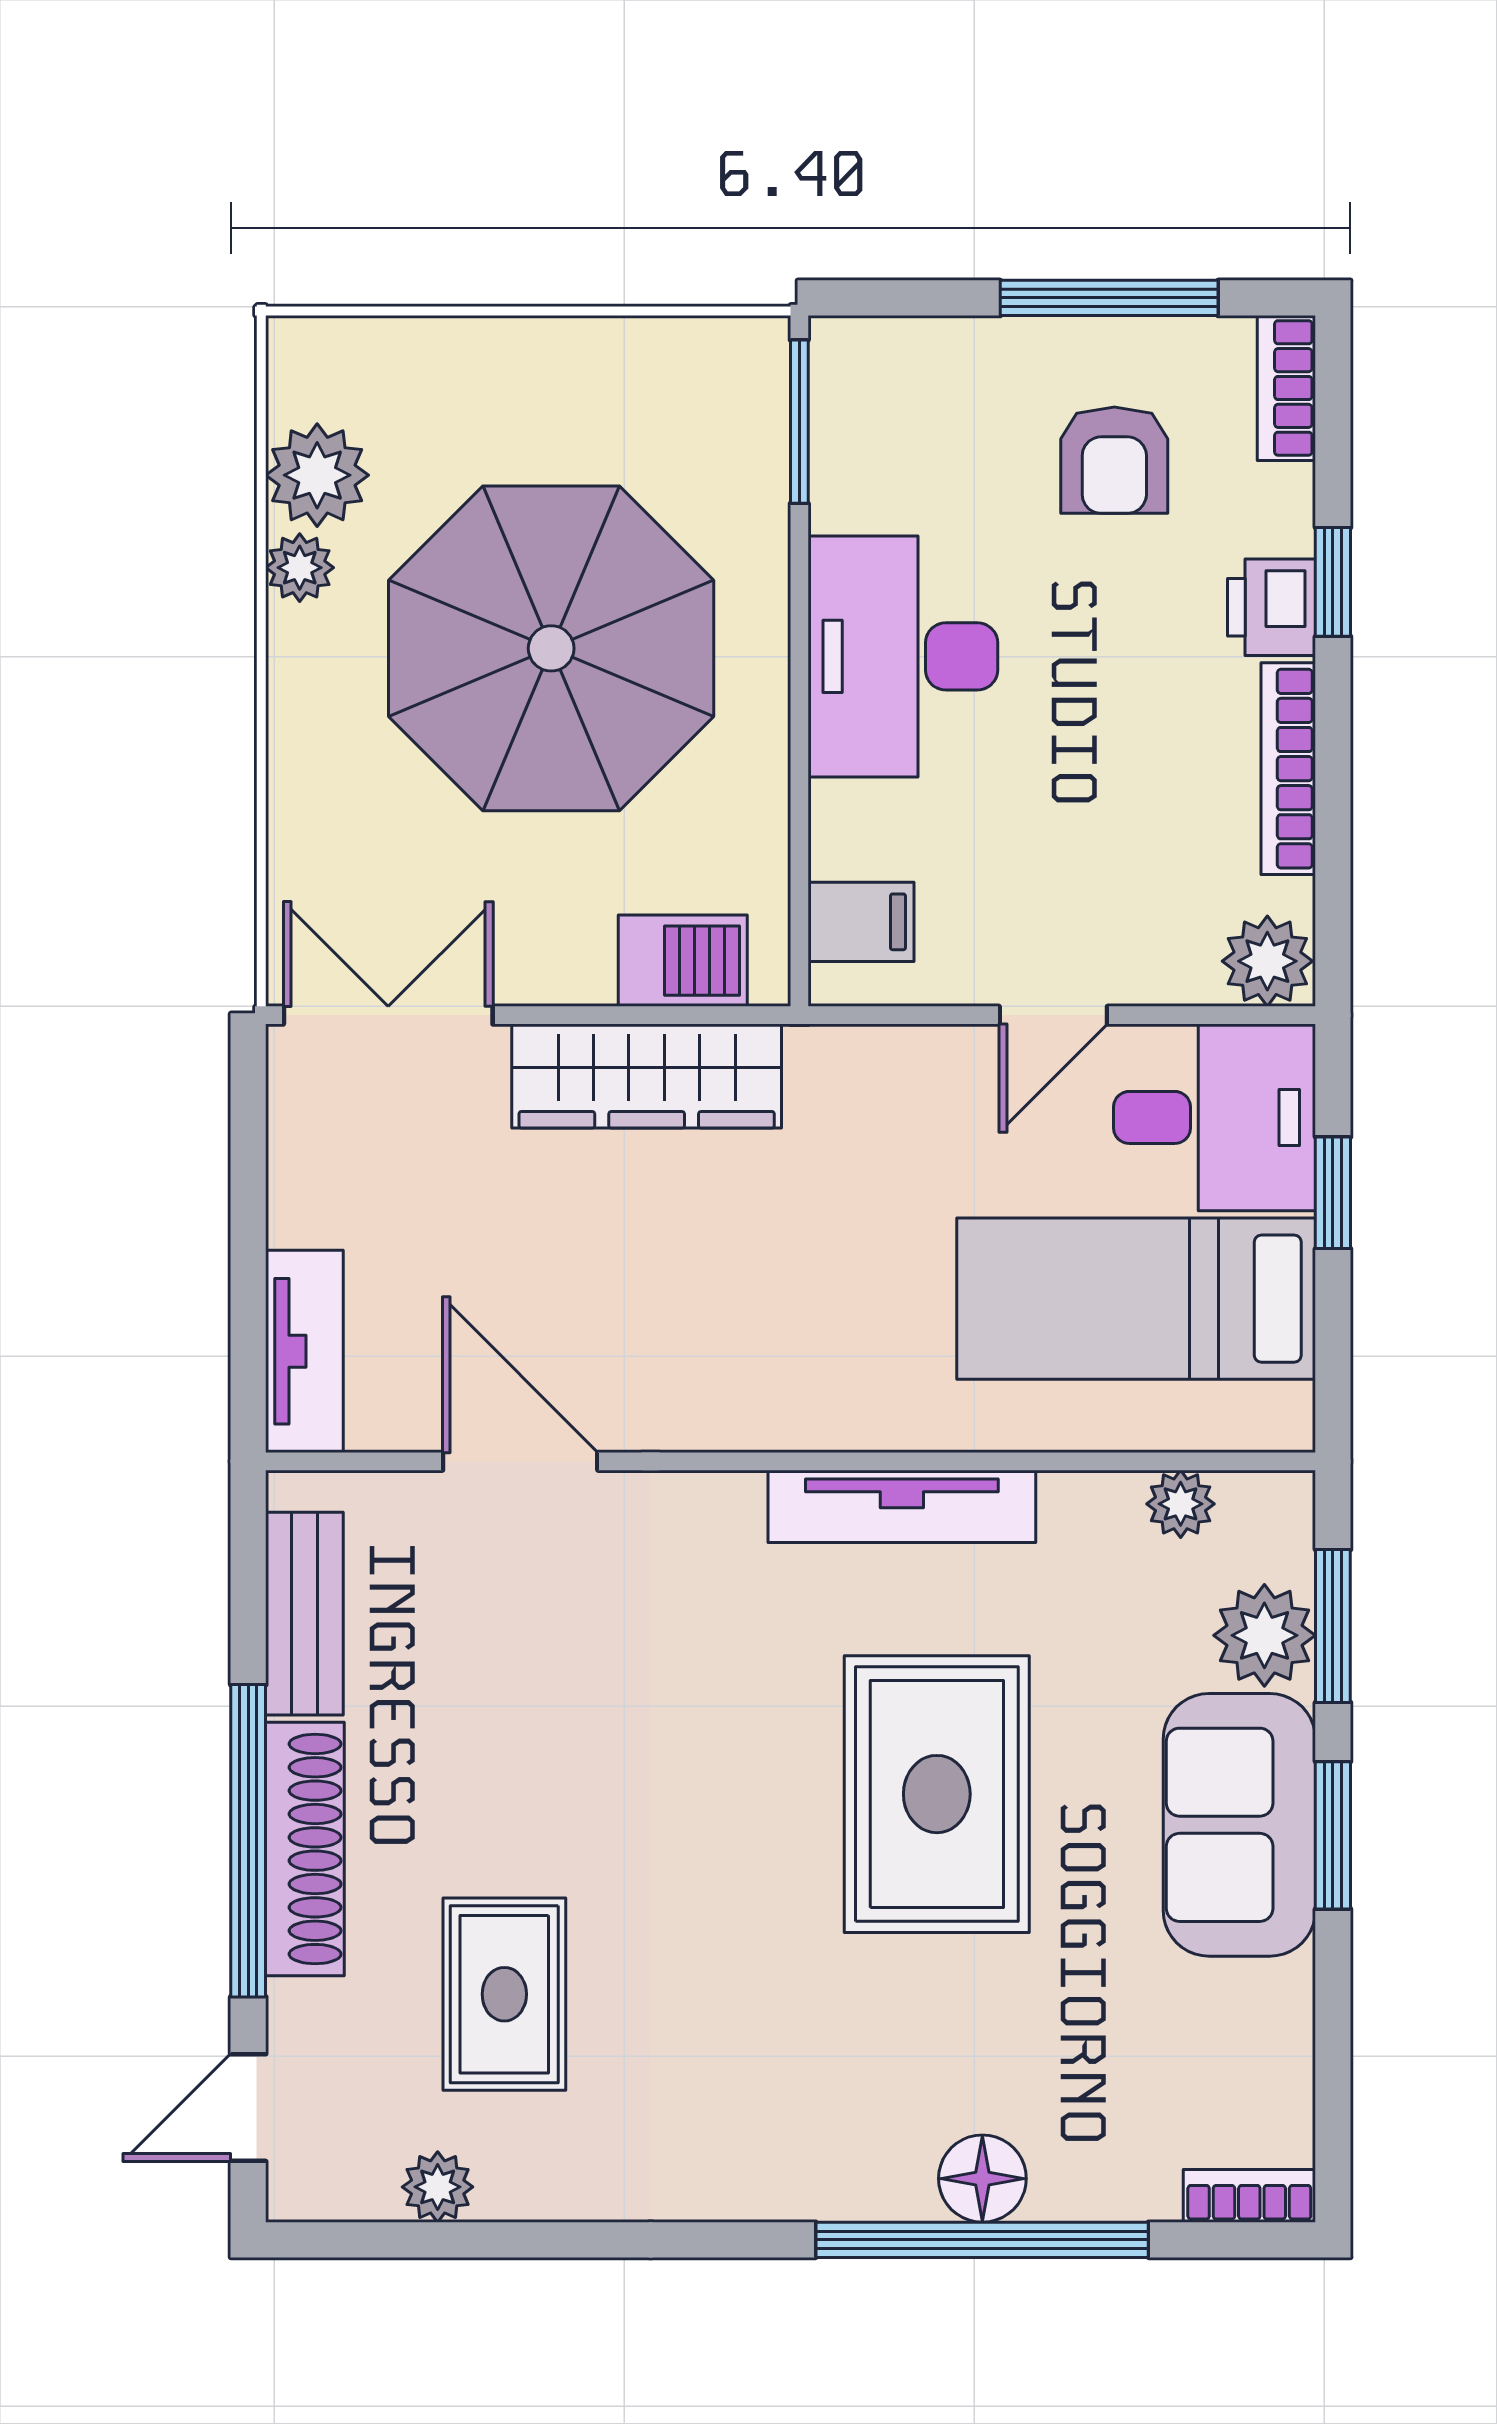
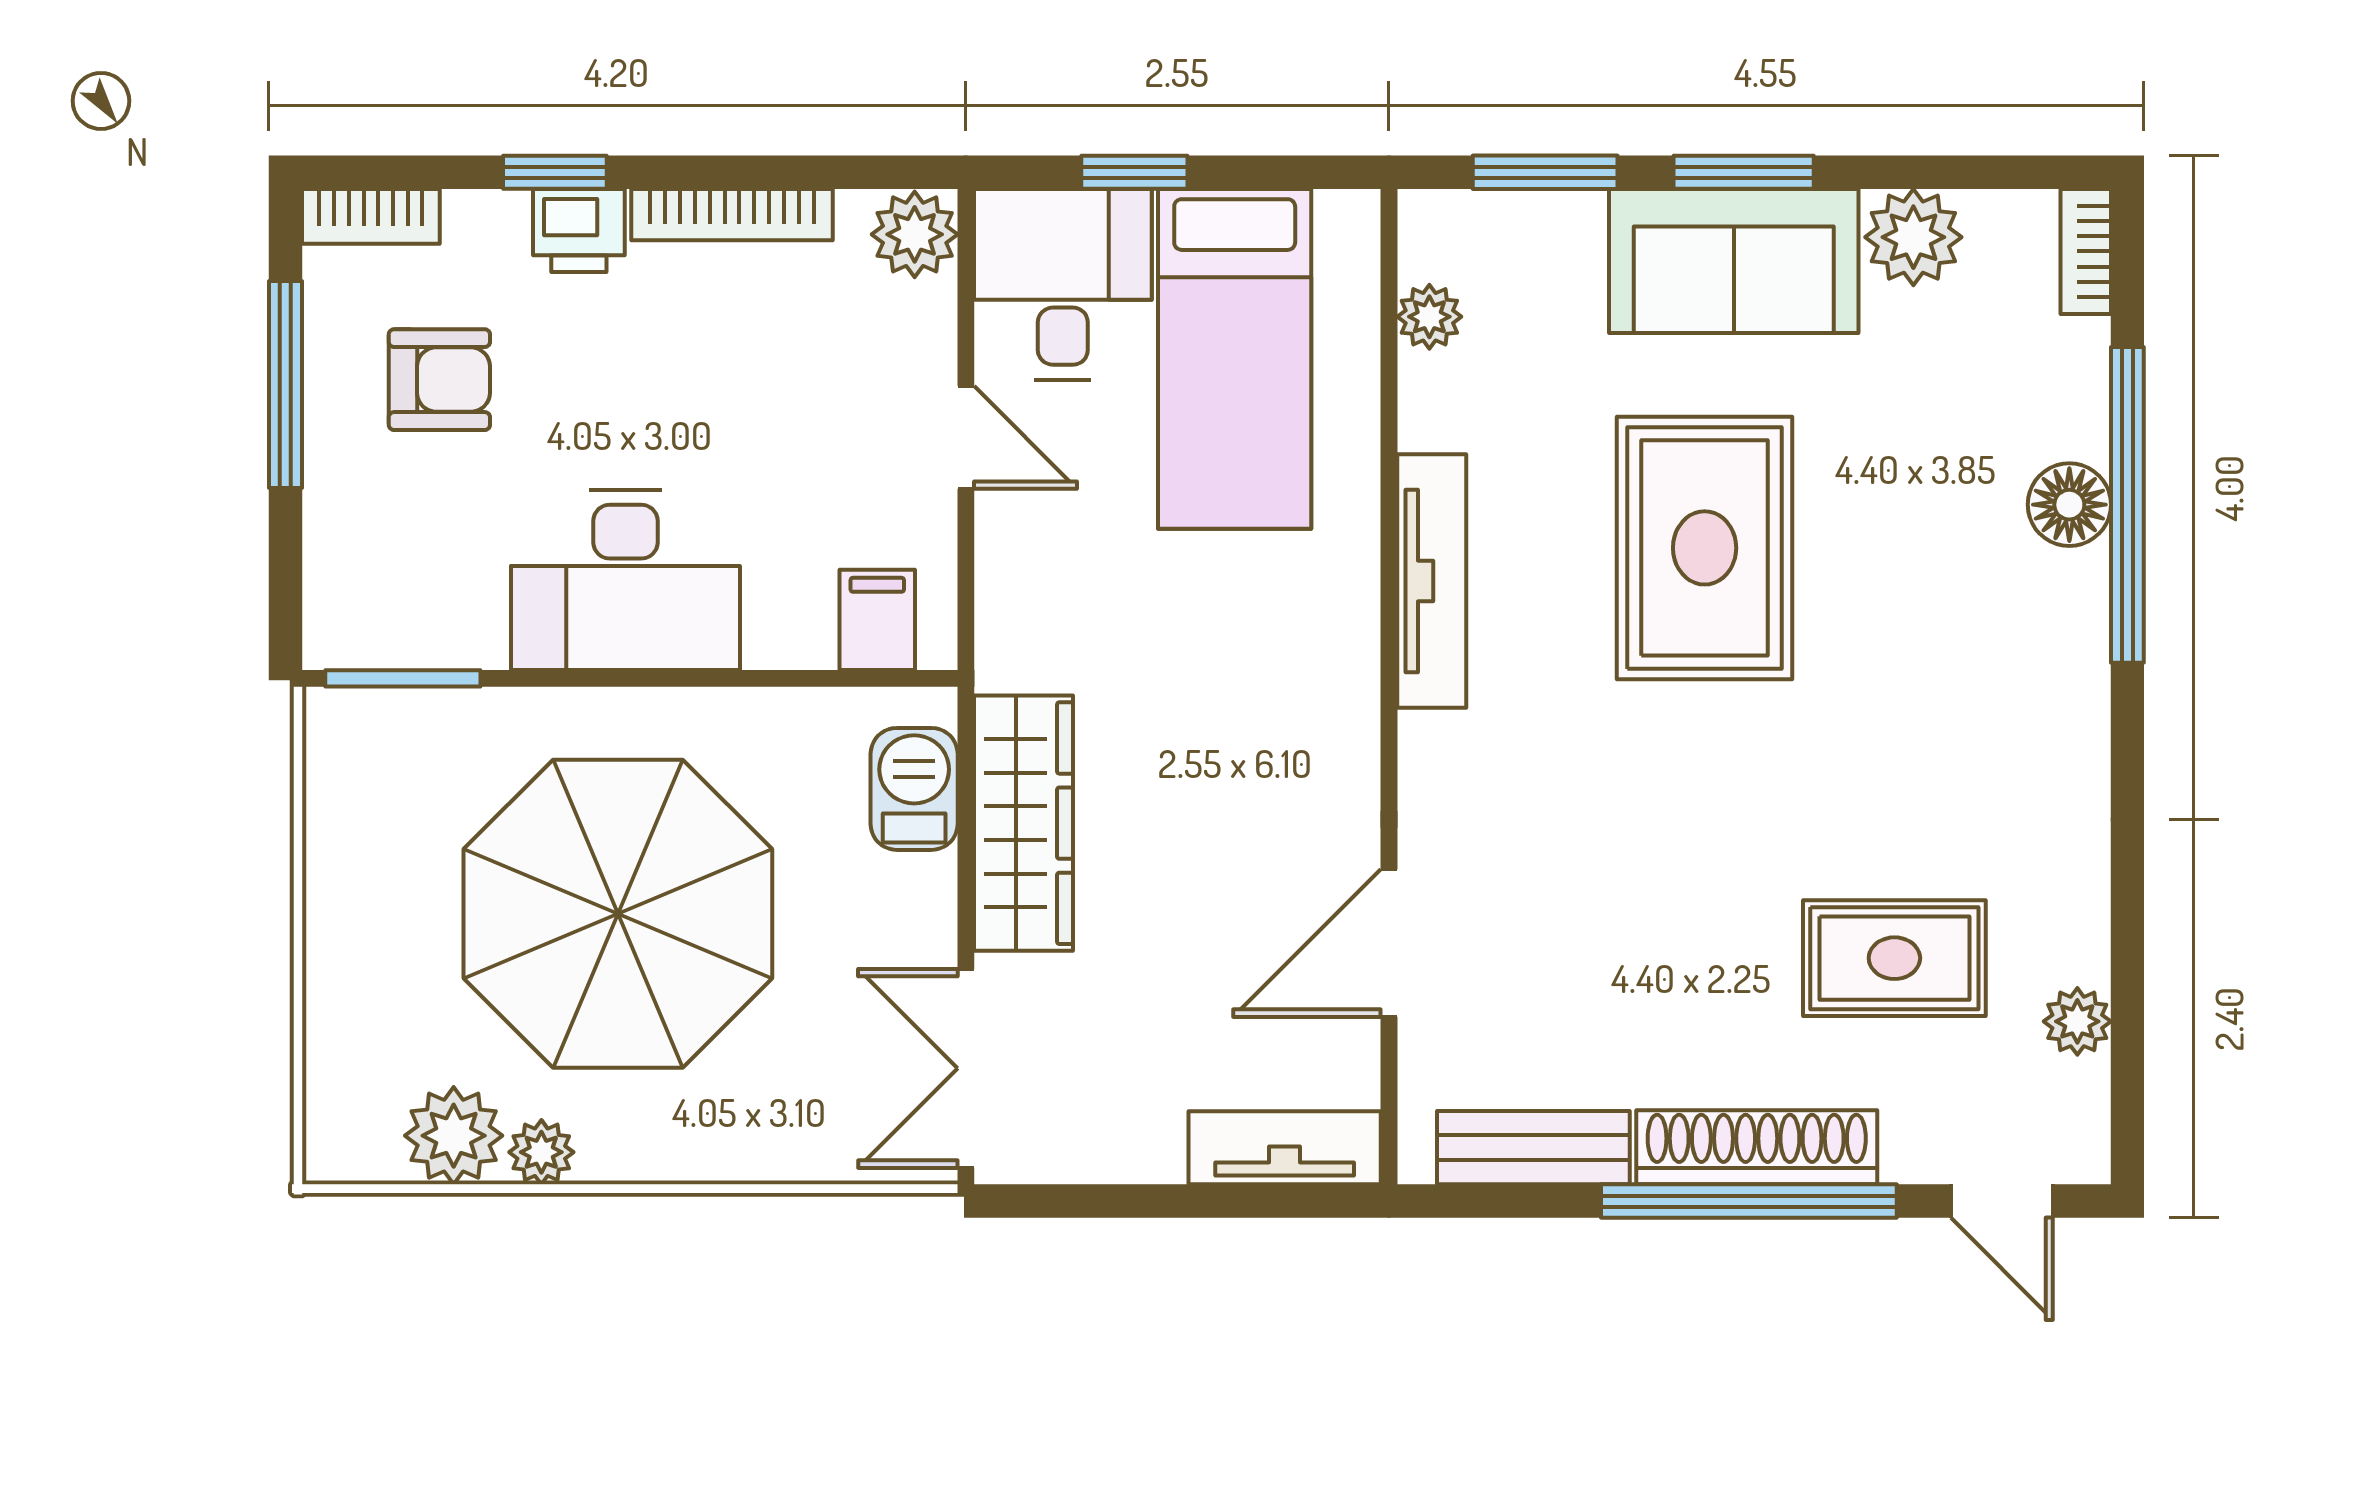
plant: (1264, 1635) -> (1913, 237), moved
rug: (937, 1794) -> (1705, 548), turned 90

